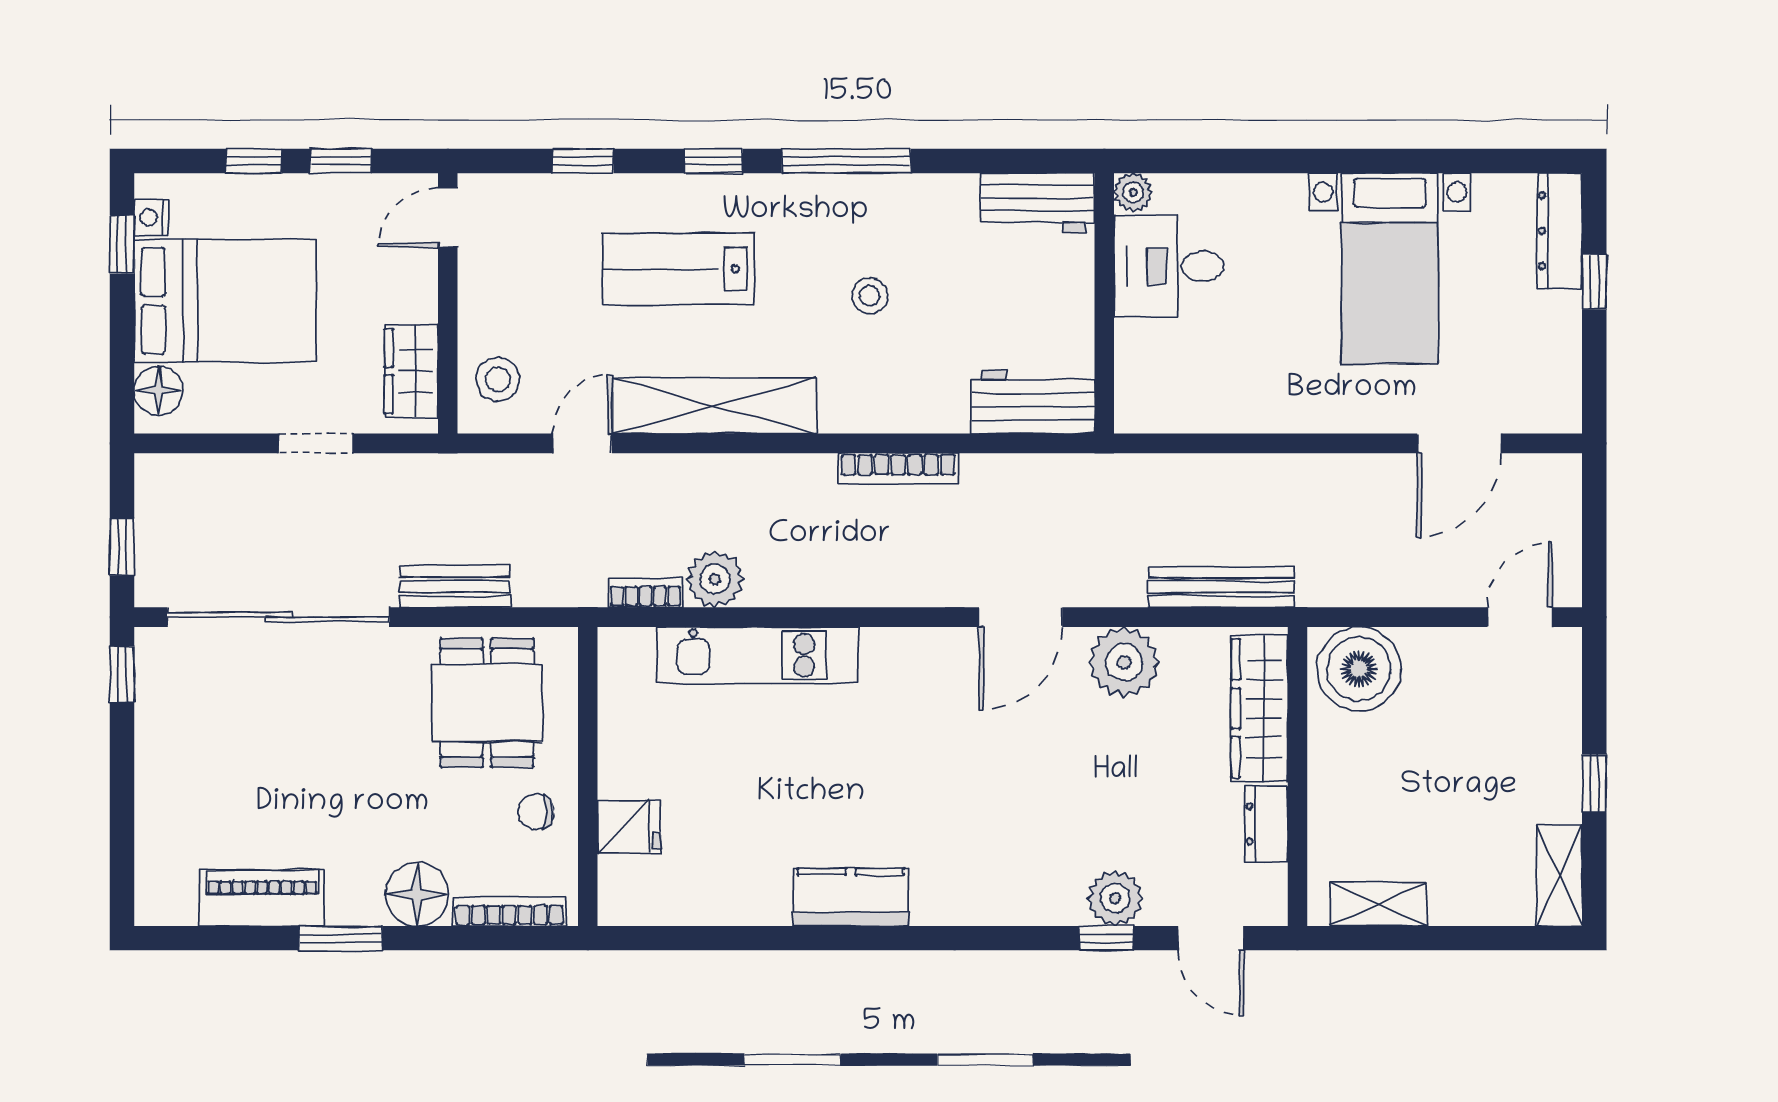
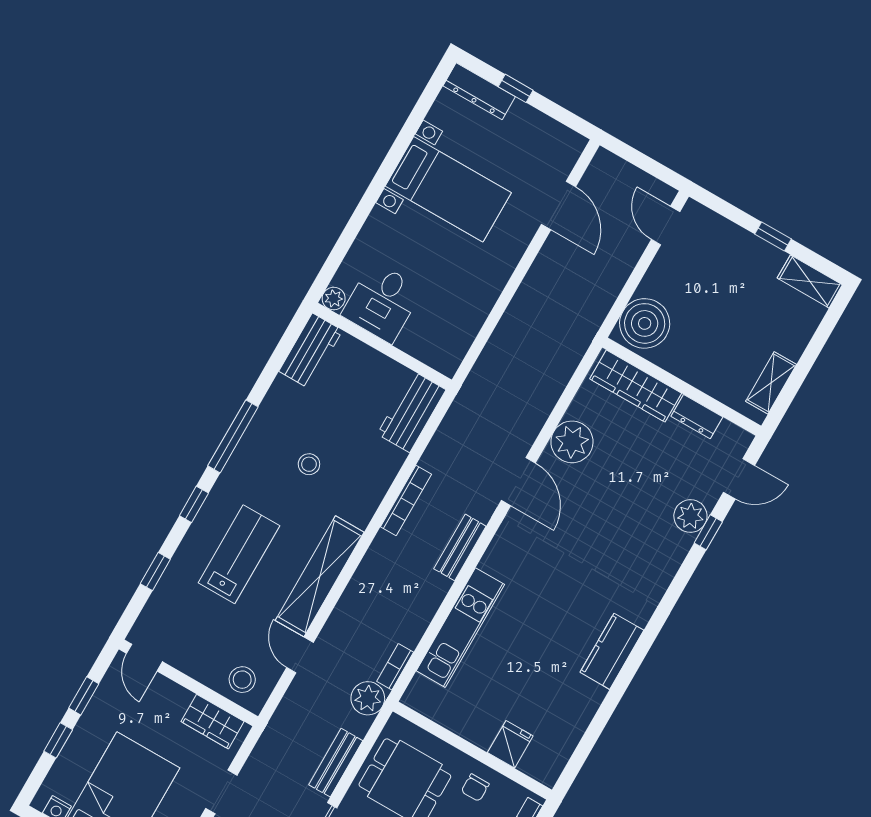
lab bench: (679, 269) -> (239, 554), turned 180
plant: (715, 579) -> (368, 698), moved
bench: (1221, 587) -> (460, 547), moved, width x0.73

